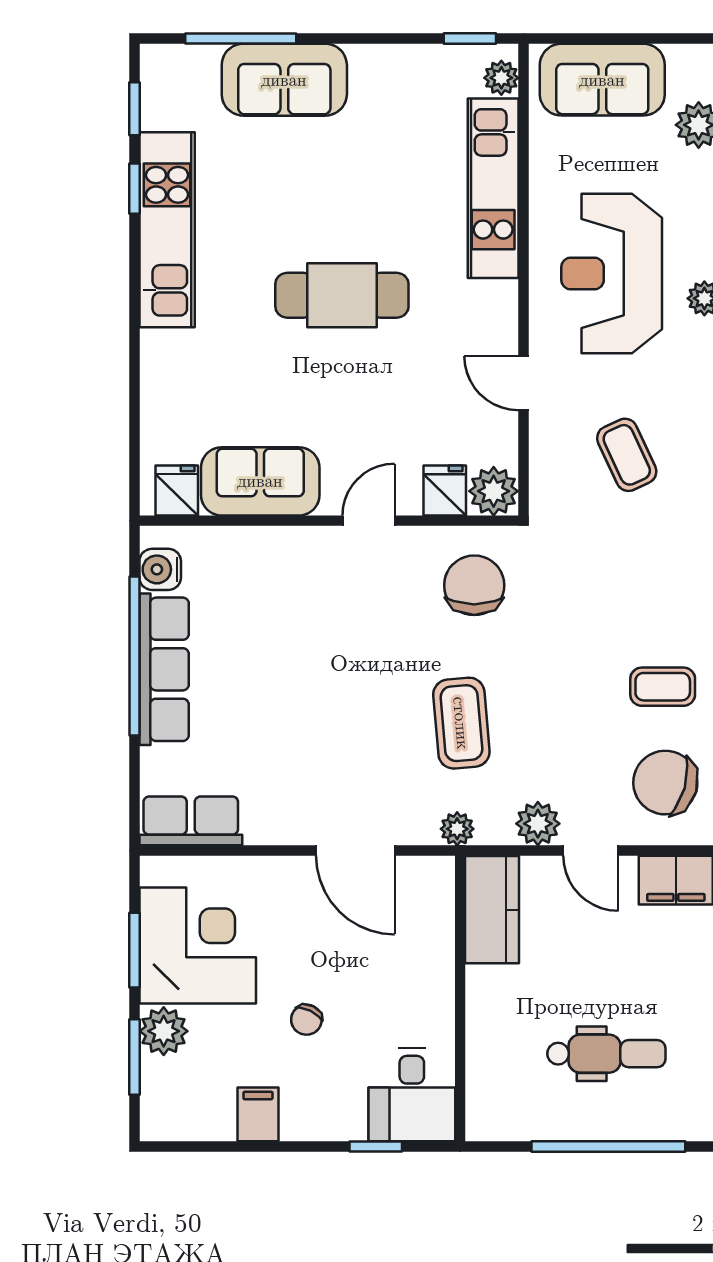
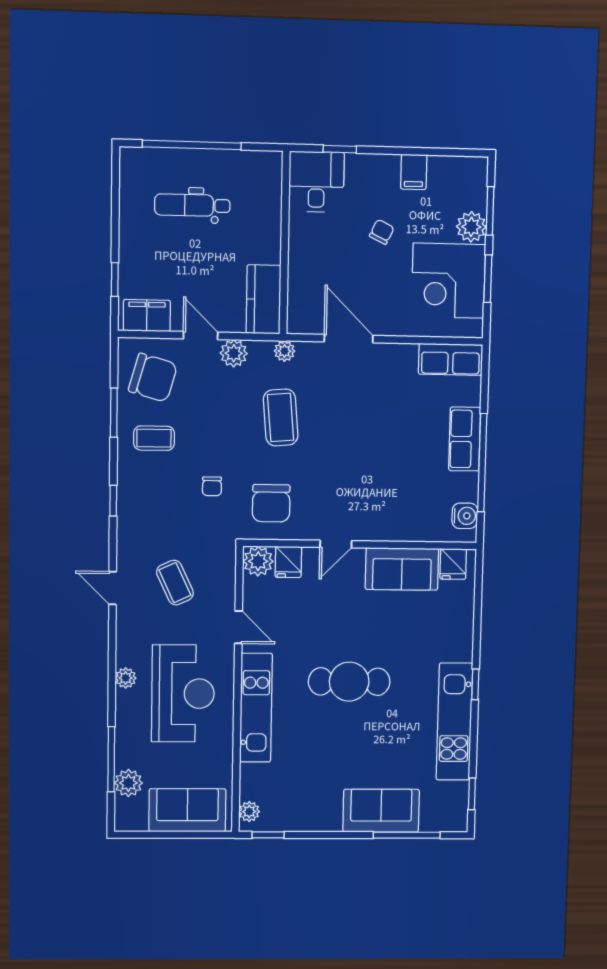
kitchen unit: (493, 188) -> (256, 708), moved
window: (134, 189) -> (475, 684), moved
chair: (569, 611) -> (212, 486), added
row of seats: (164, 669) -> (465, 439), width x0.68

